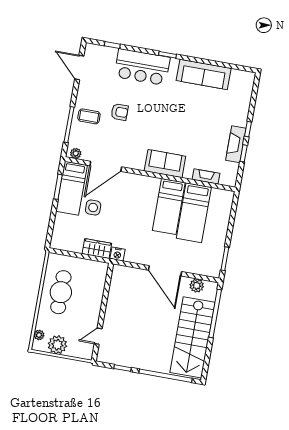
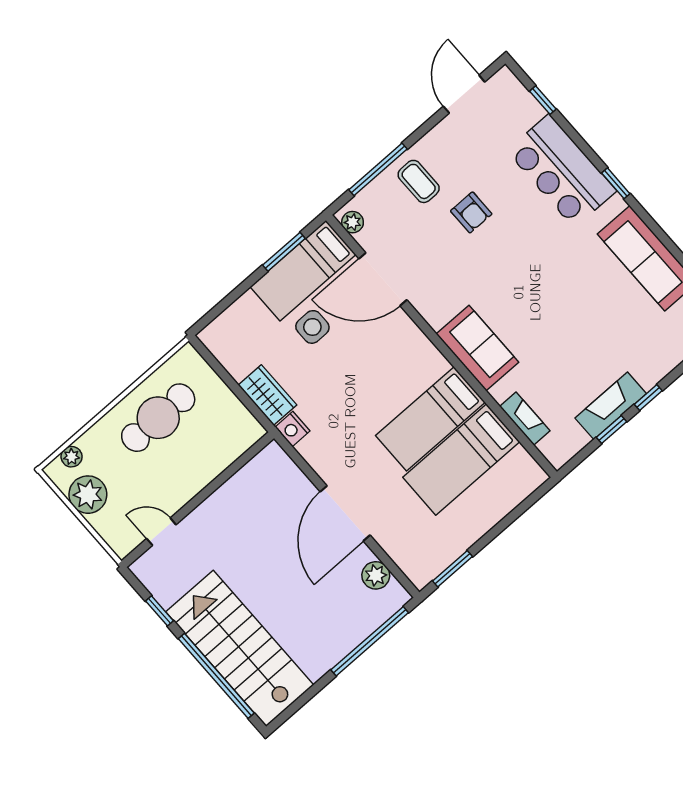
stairs: (193, 337) -> (240, 648), moved, turned 90

